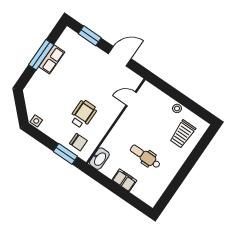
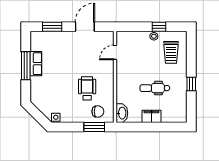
window: (188, 103) -> (159, 27), added
window: (181, 176) -> (191, 84), added

